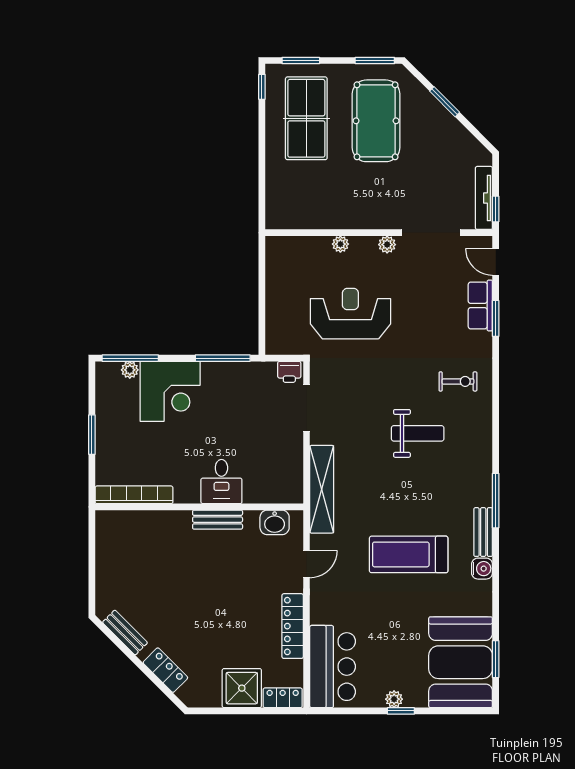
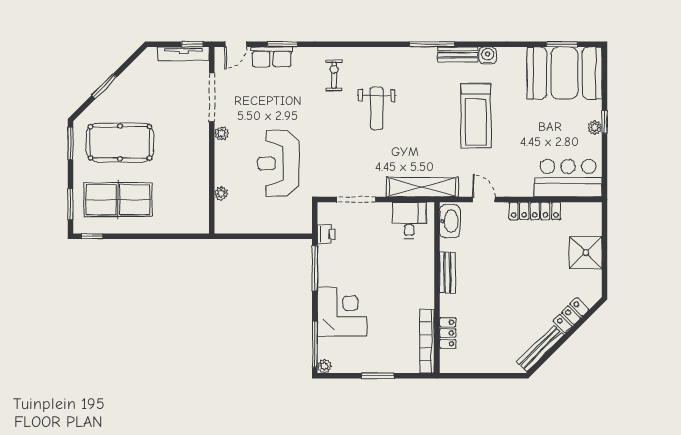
plant: (340, 244) -> (221, 194), moved
plant: (130, 370) -> (324, 366), moved
printer: (289, 372) -> (326, 234), moved
weight bench: (418, 433) -> (377, 108), turned 180
desk: (221, 482) -> (409, 220), moved, turned -90
washbasin: (275, 522) -> (450, 221), width x1.38
bench: (125, 632) -> (540, 349), width x1.36
locker: (283, 698) -> (448, 333), moved, turned 180

